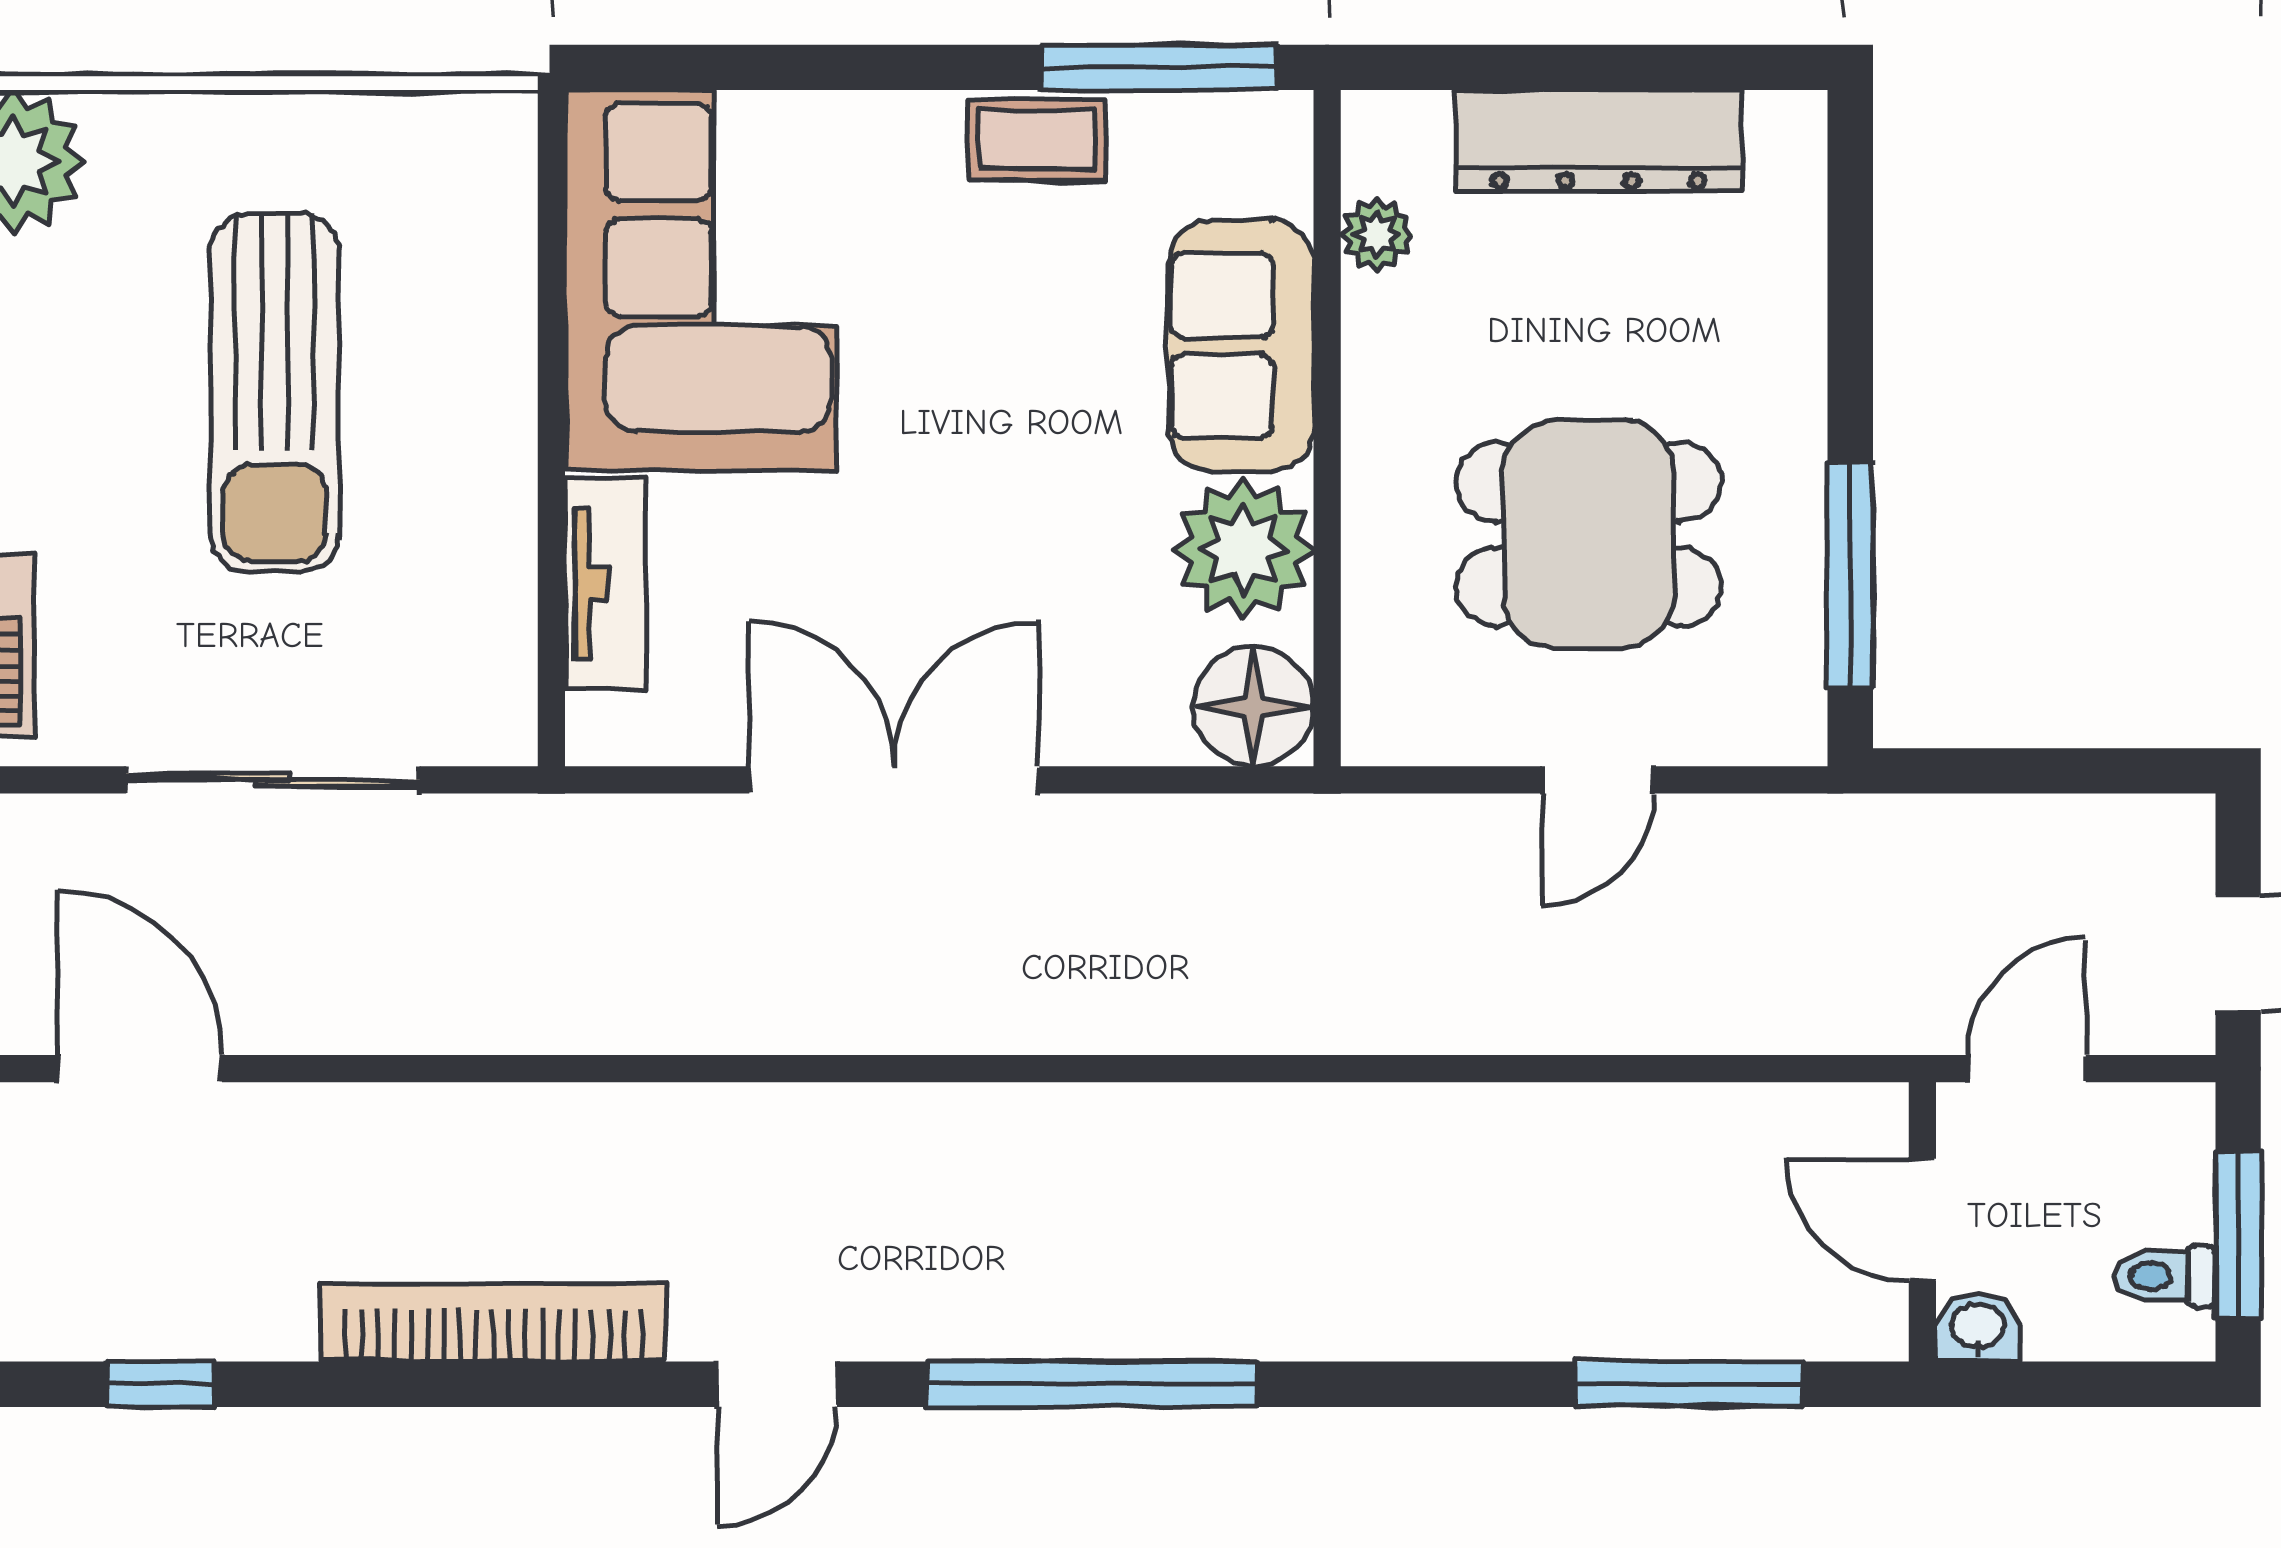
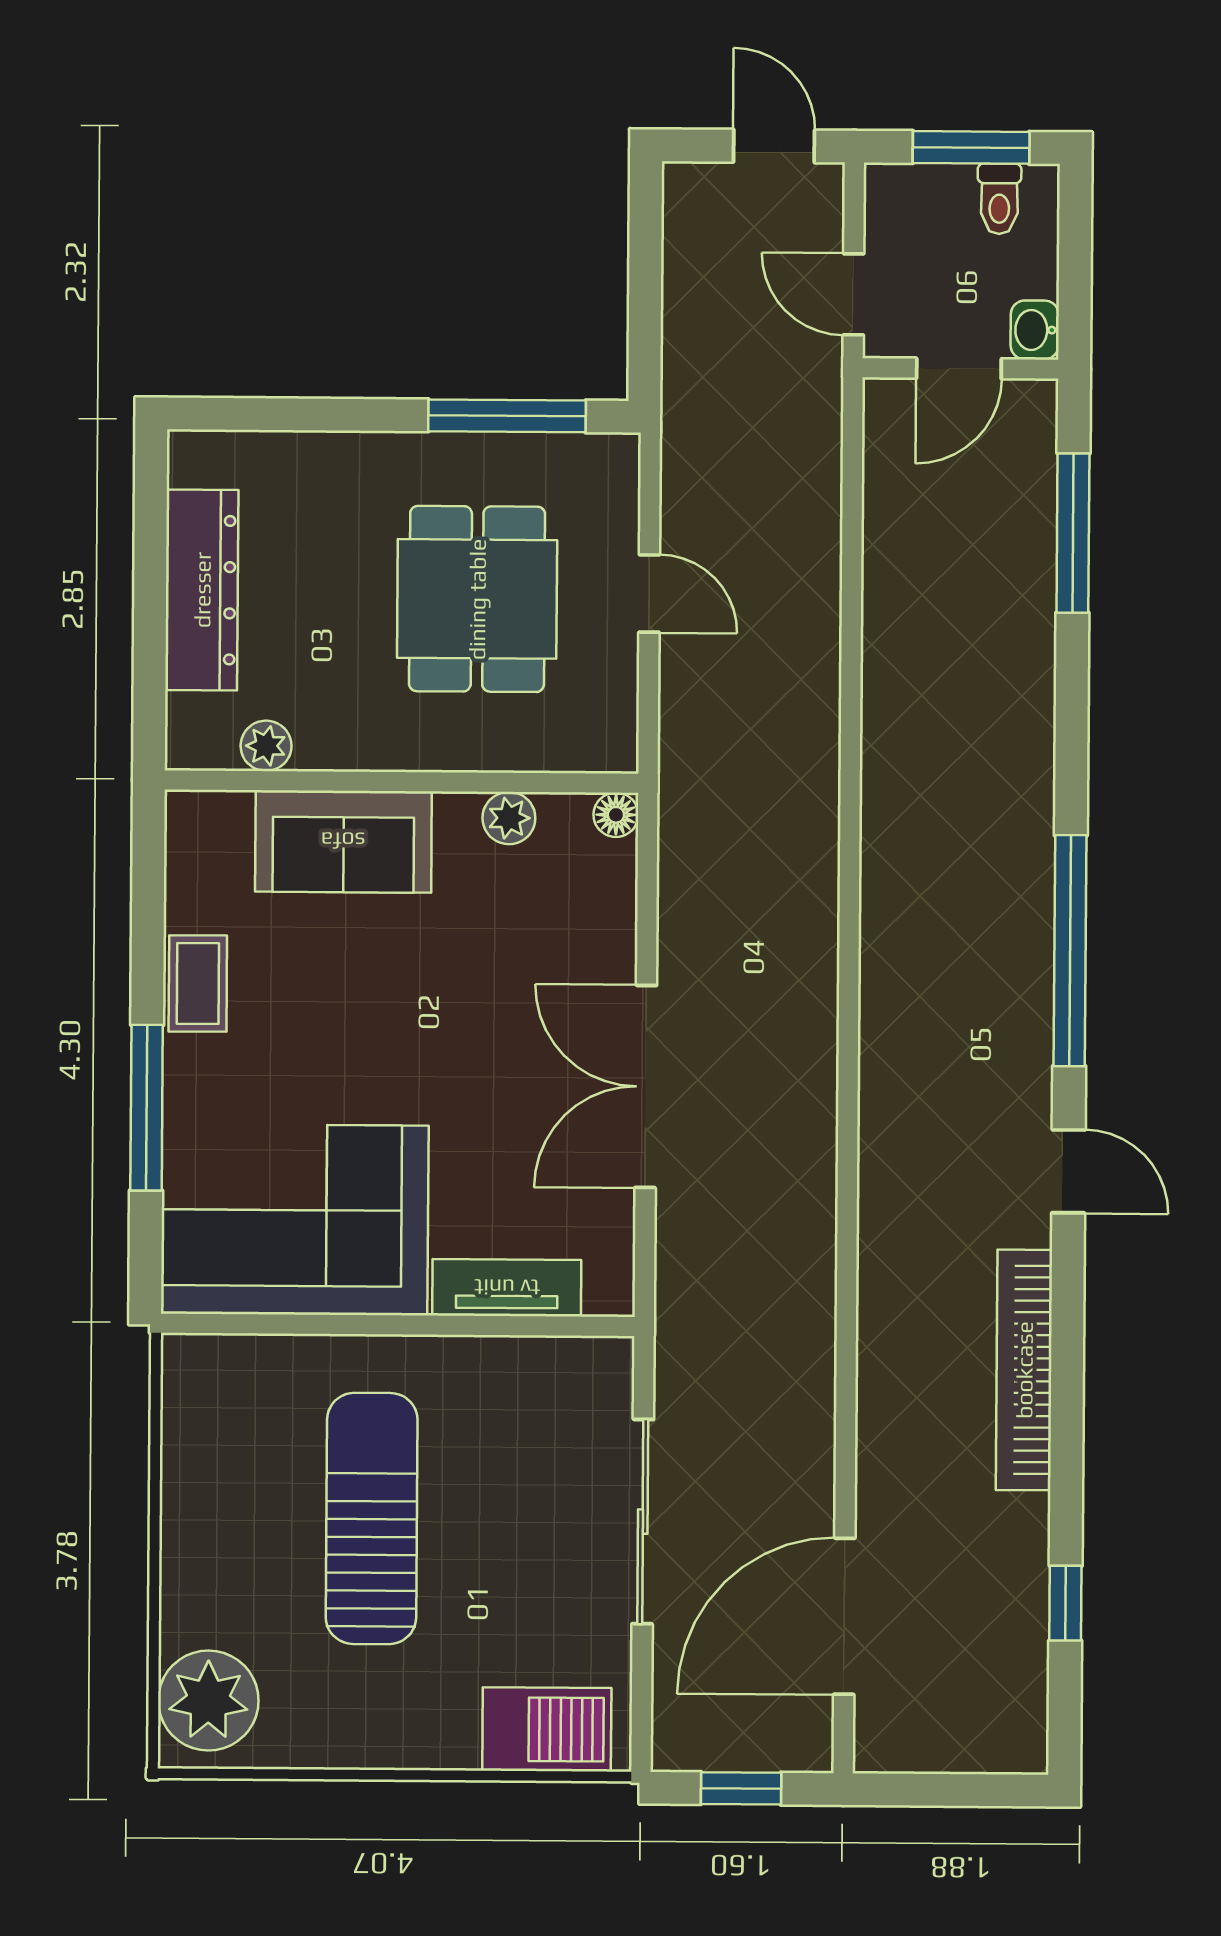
window: (1158, 67) -> (147, 1108), moved
sun lounger: (275, 393) -> (372, 1518), turned -90
plant: (1243, 549) -> (509, 818), width x0.53, depth x0.53
floor lamp: (1254, 706) -> (616, 815), width x0.53, depth x0.53
door: (140, 1069) -> (844, 1616), width x1.36

